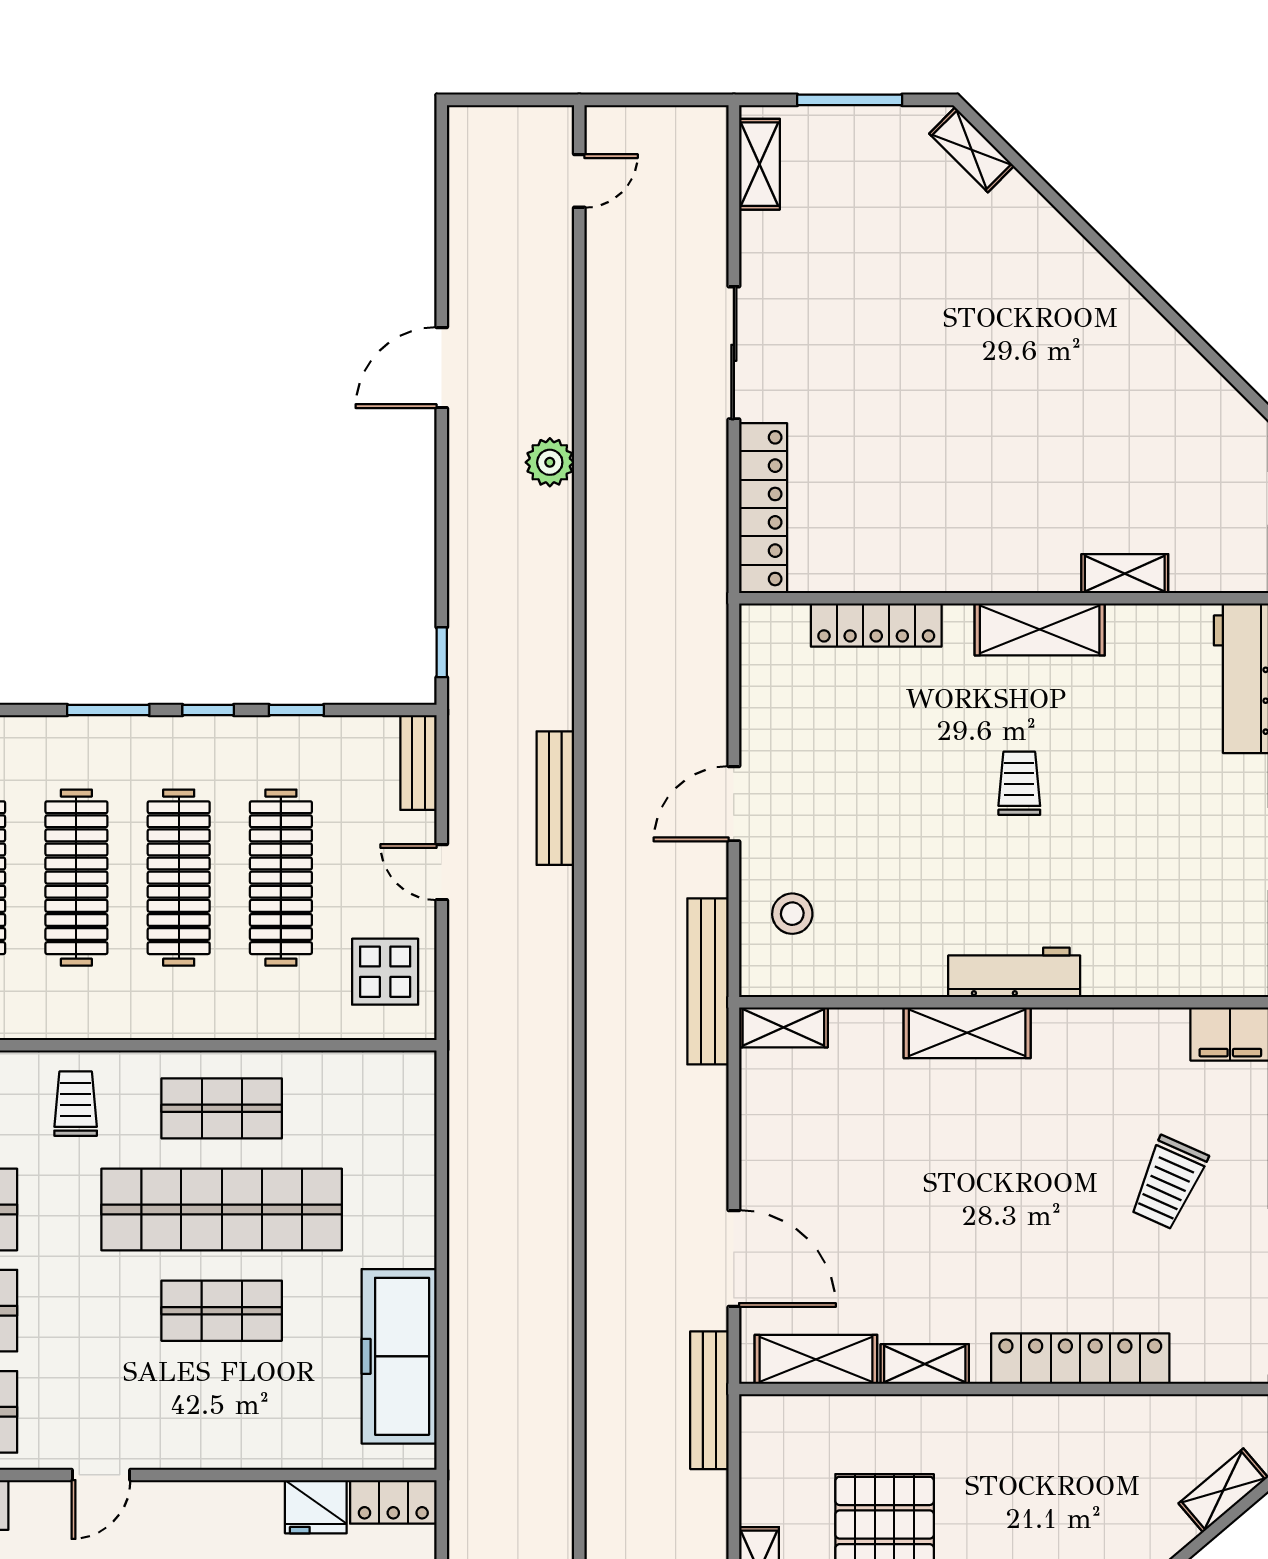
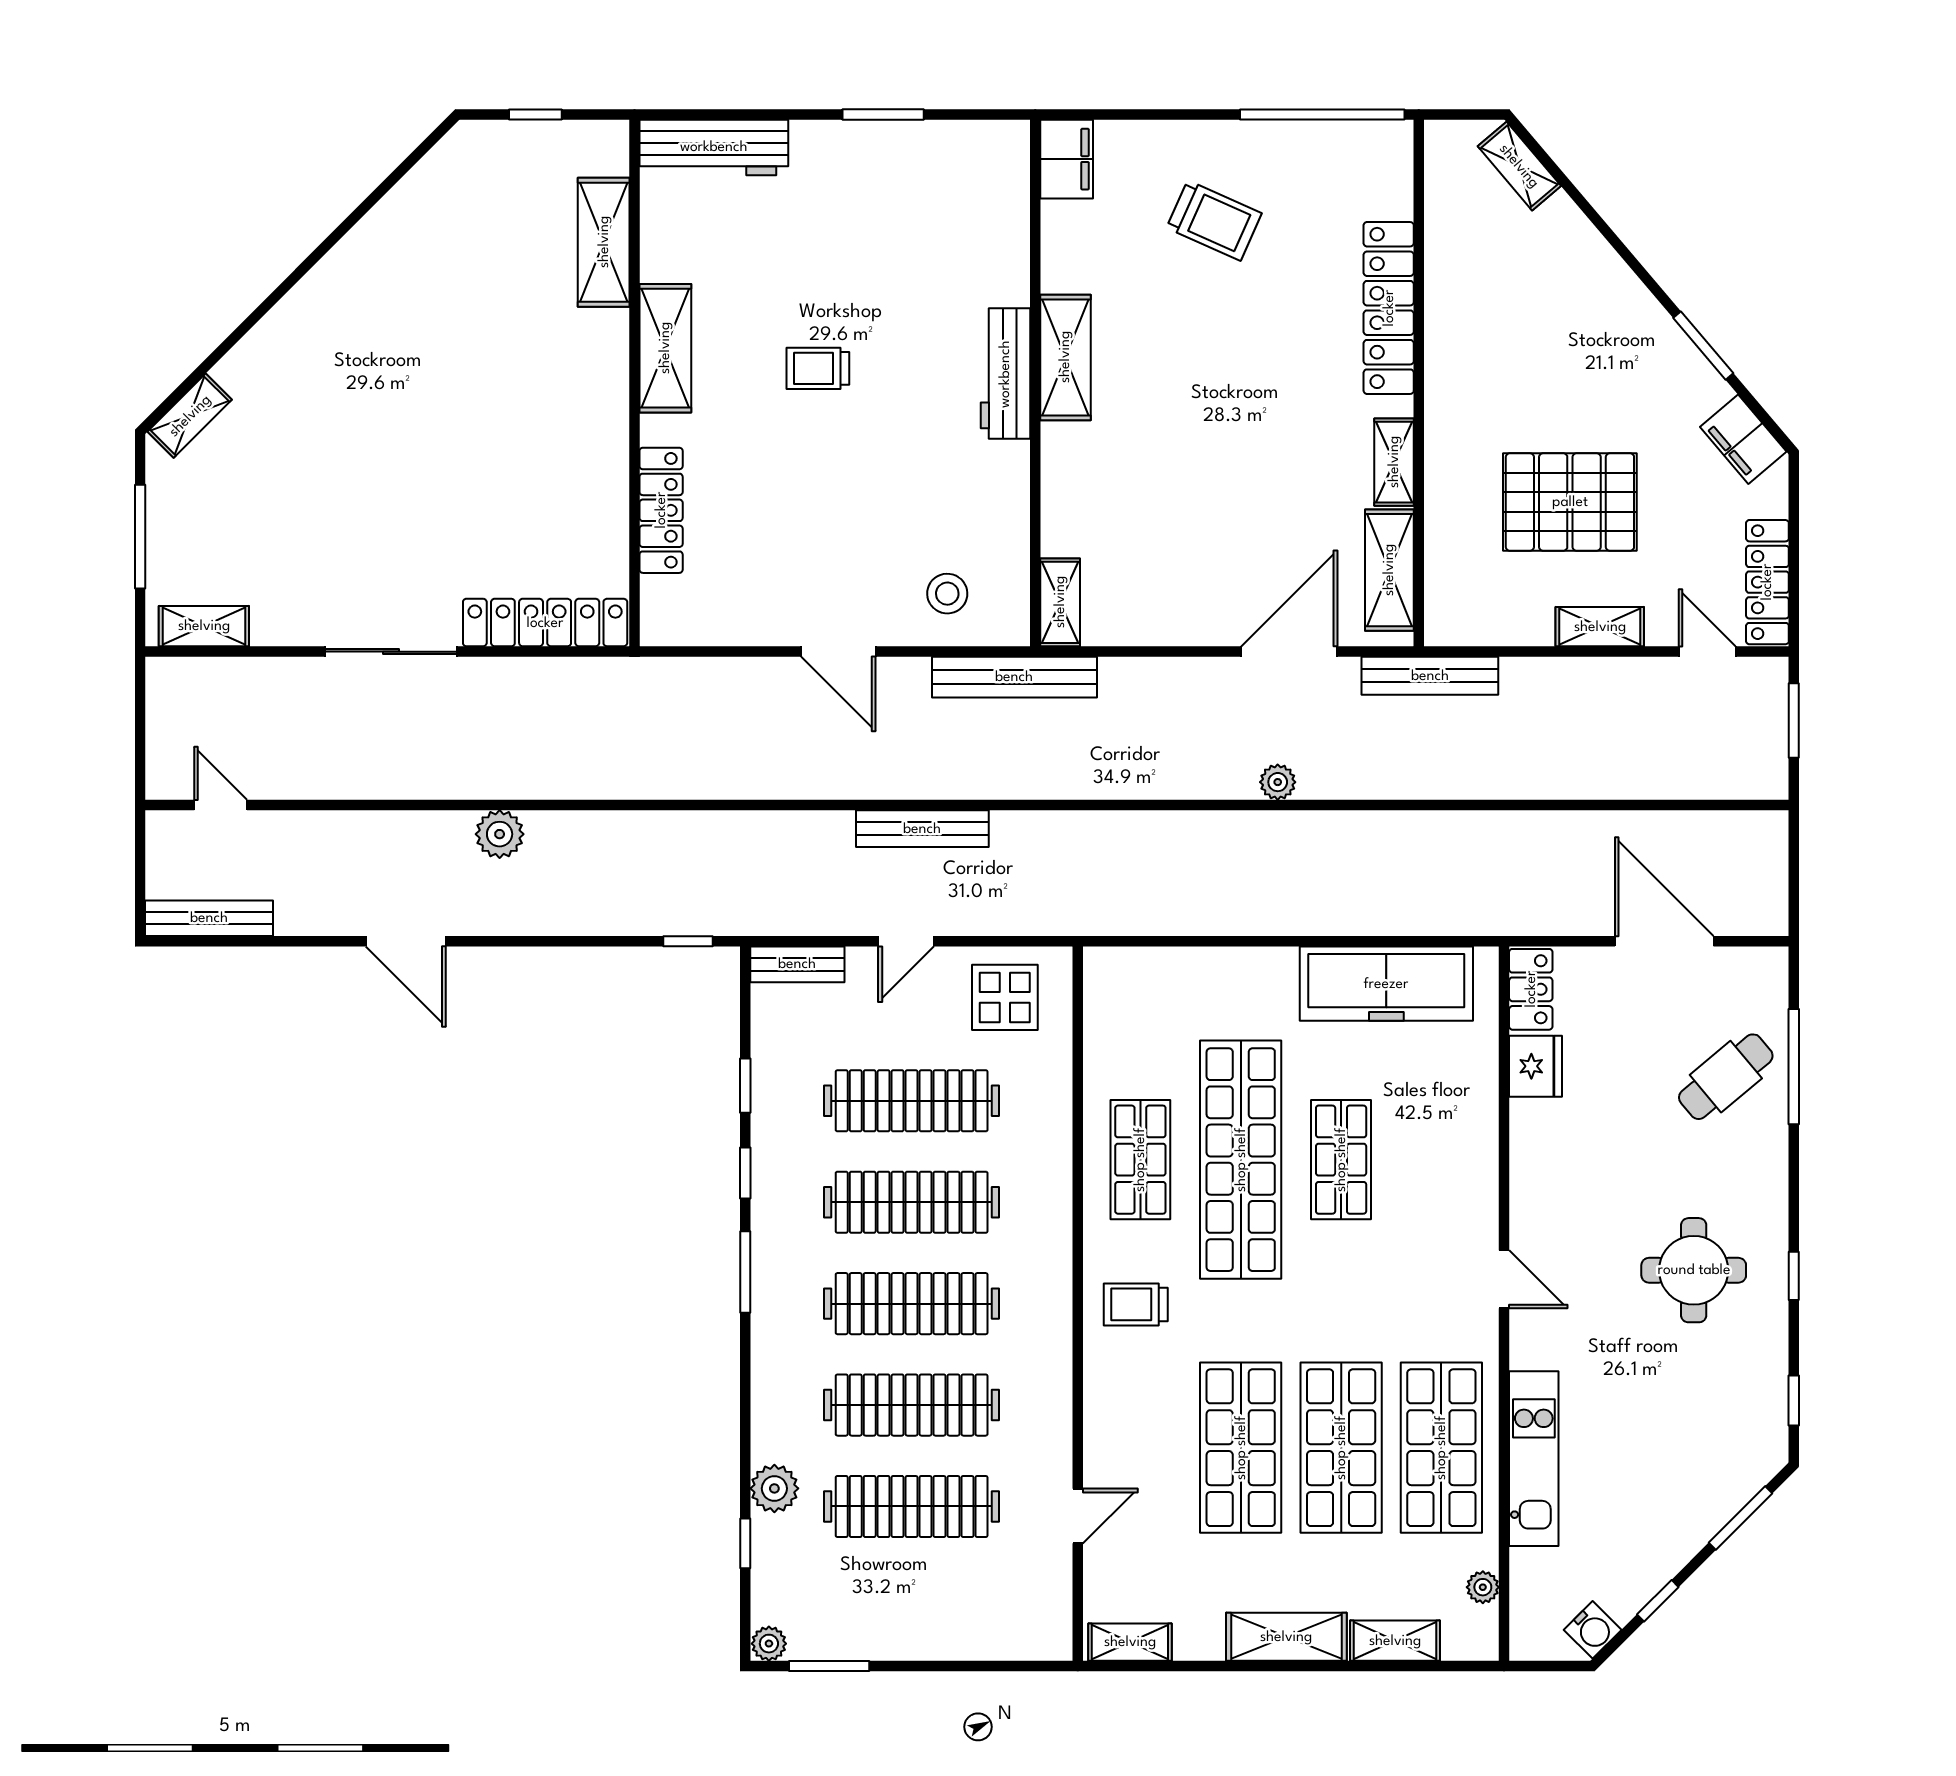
bench: (465, 169) -> (209, 918), added
shelving: (1125, 574) -> (604, 242), width x1.50, depth x1.33
bench: (555, 798) -> (922, 829), moved
shelving: (967, 1033) -> (1065, 357), moved
plant: (602, 1247) -> (1278, 782), added

